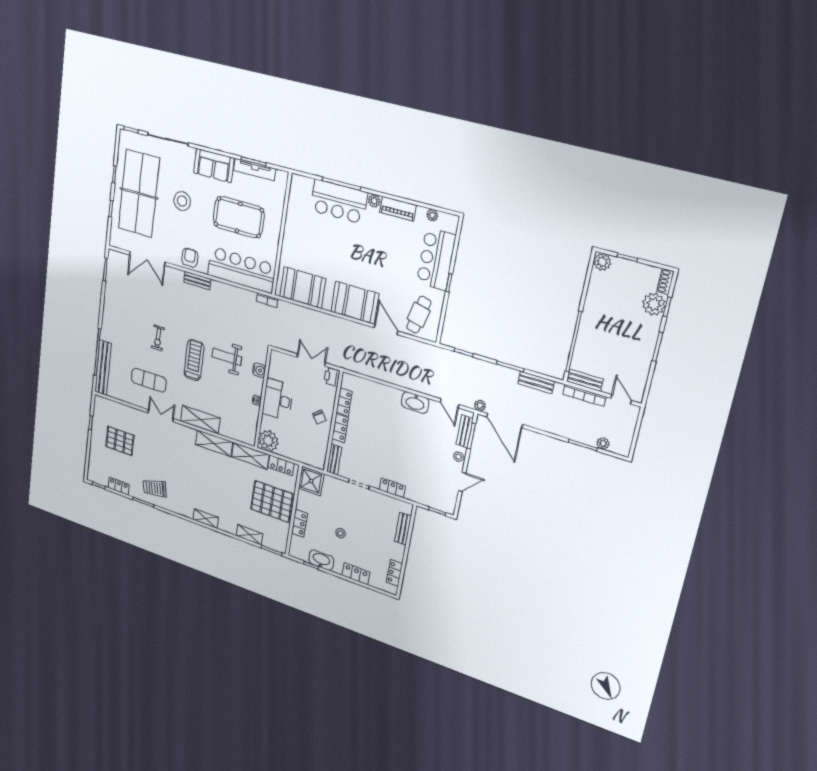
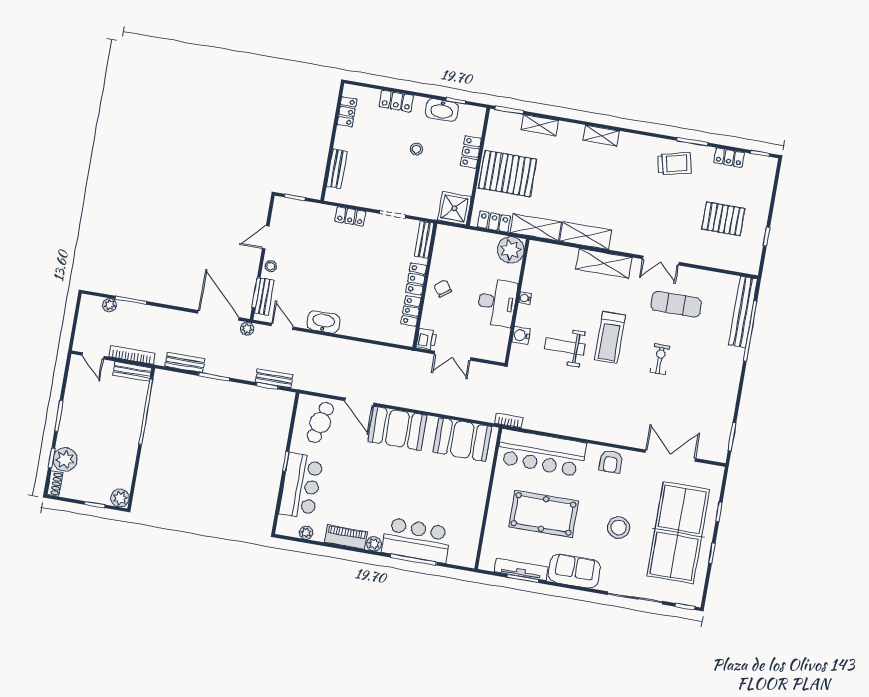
bench: (197, 281) -> (274, 378), moved
weight bench: (227, 357) -> (565, 347), turned 180

